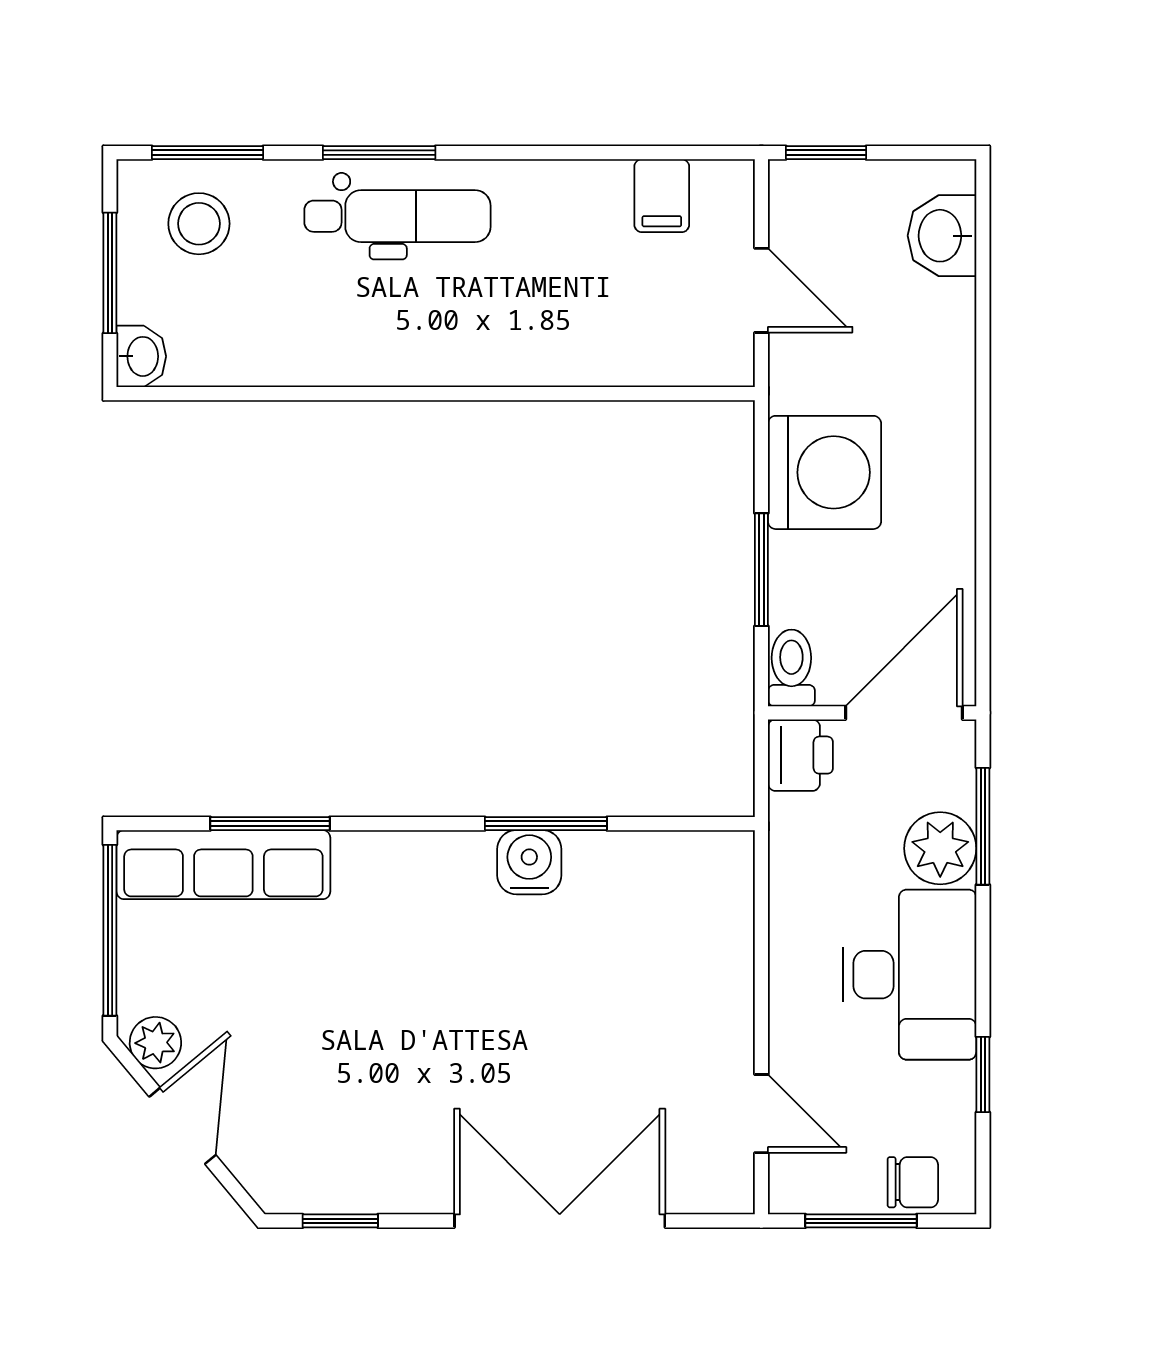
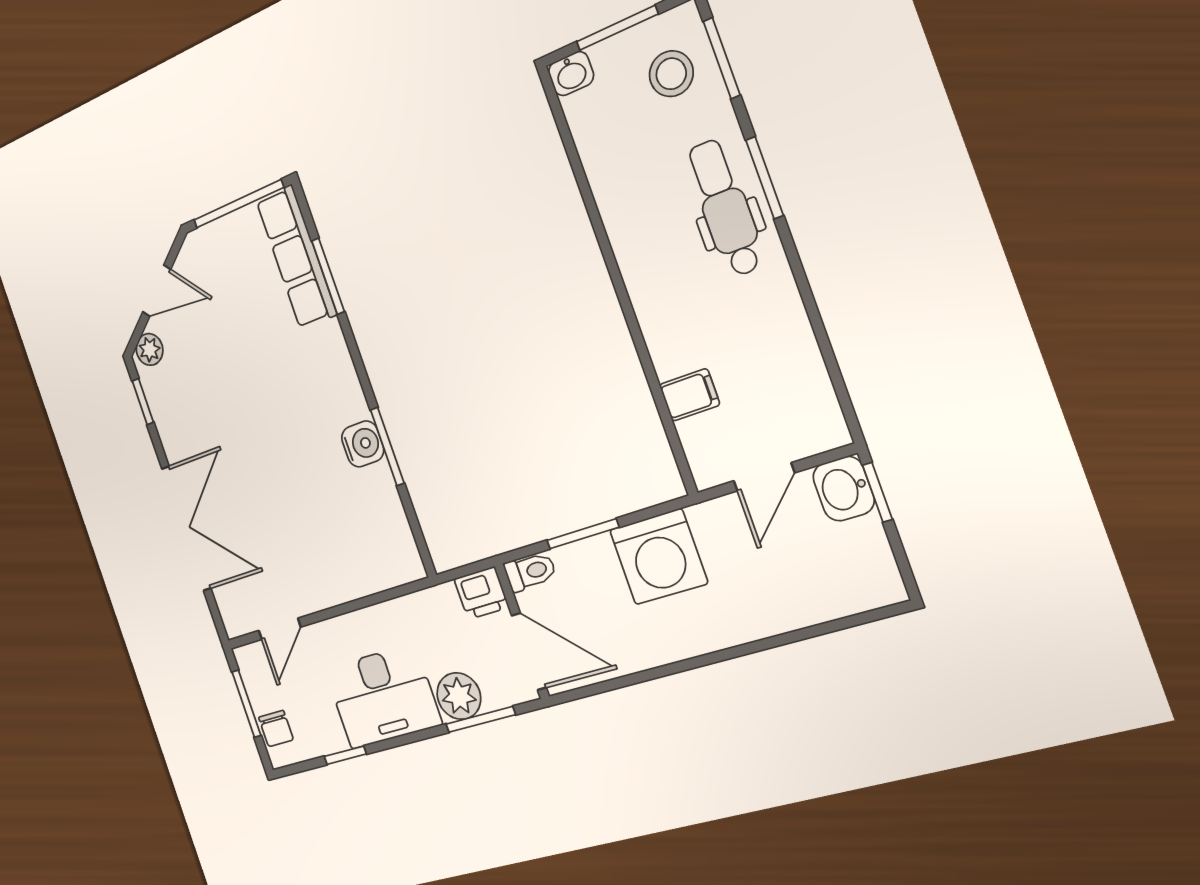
filing cabinet: (662, 196) -> (690, 395), moved, turned 180
dental chair: (397, 216) -> (725, 208), turned 180
washbasin: (942, 236) -> (844, 489), moved, turned -90
plant: (155, 1043) -> (150, 349), moved

